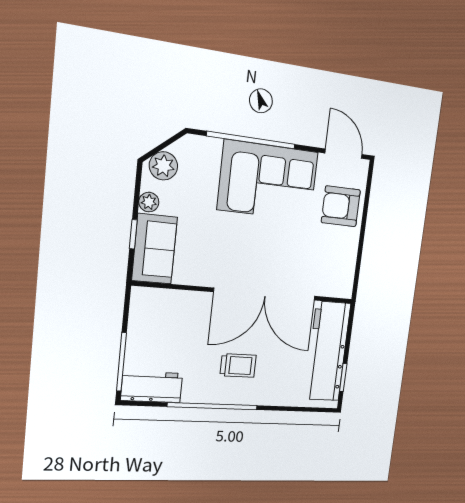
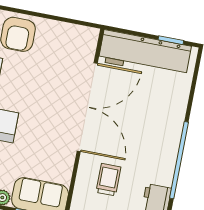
trolley: (238, 365) -> (108, 180), moved

